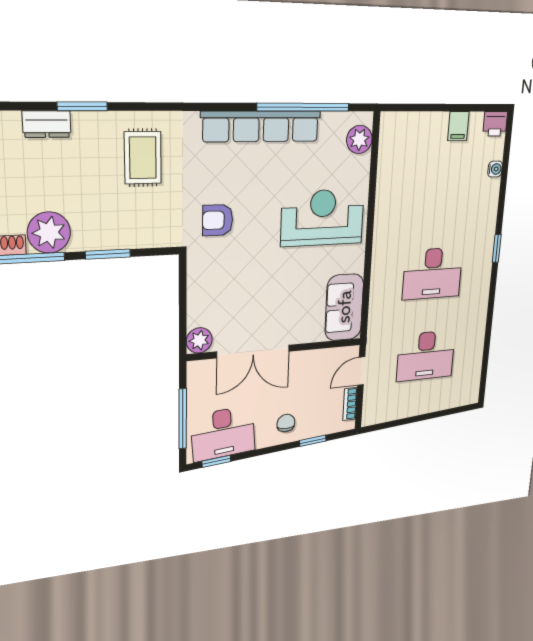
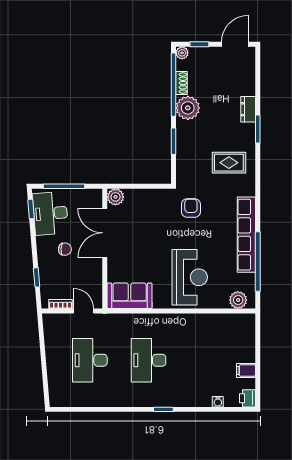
chair: (286, 423) -> (65, 249), moved

